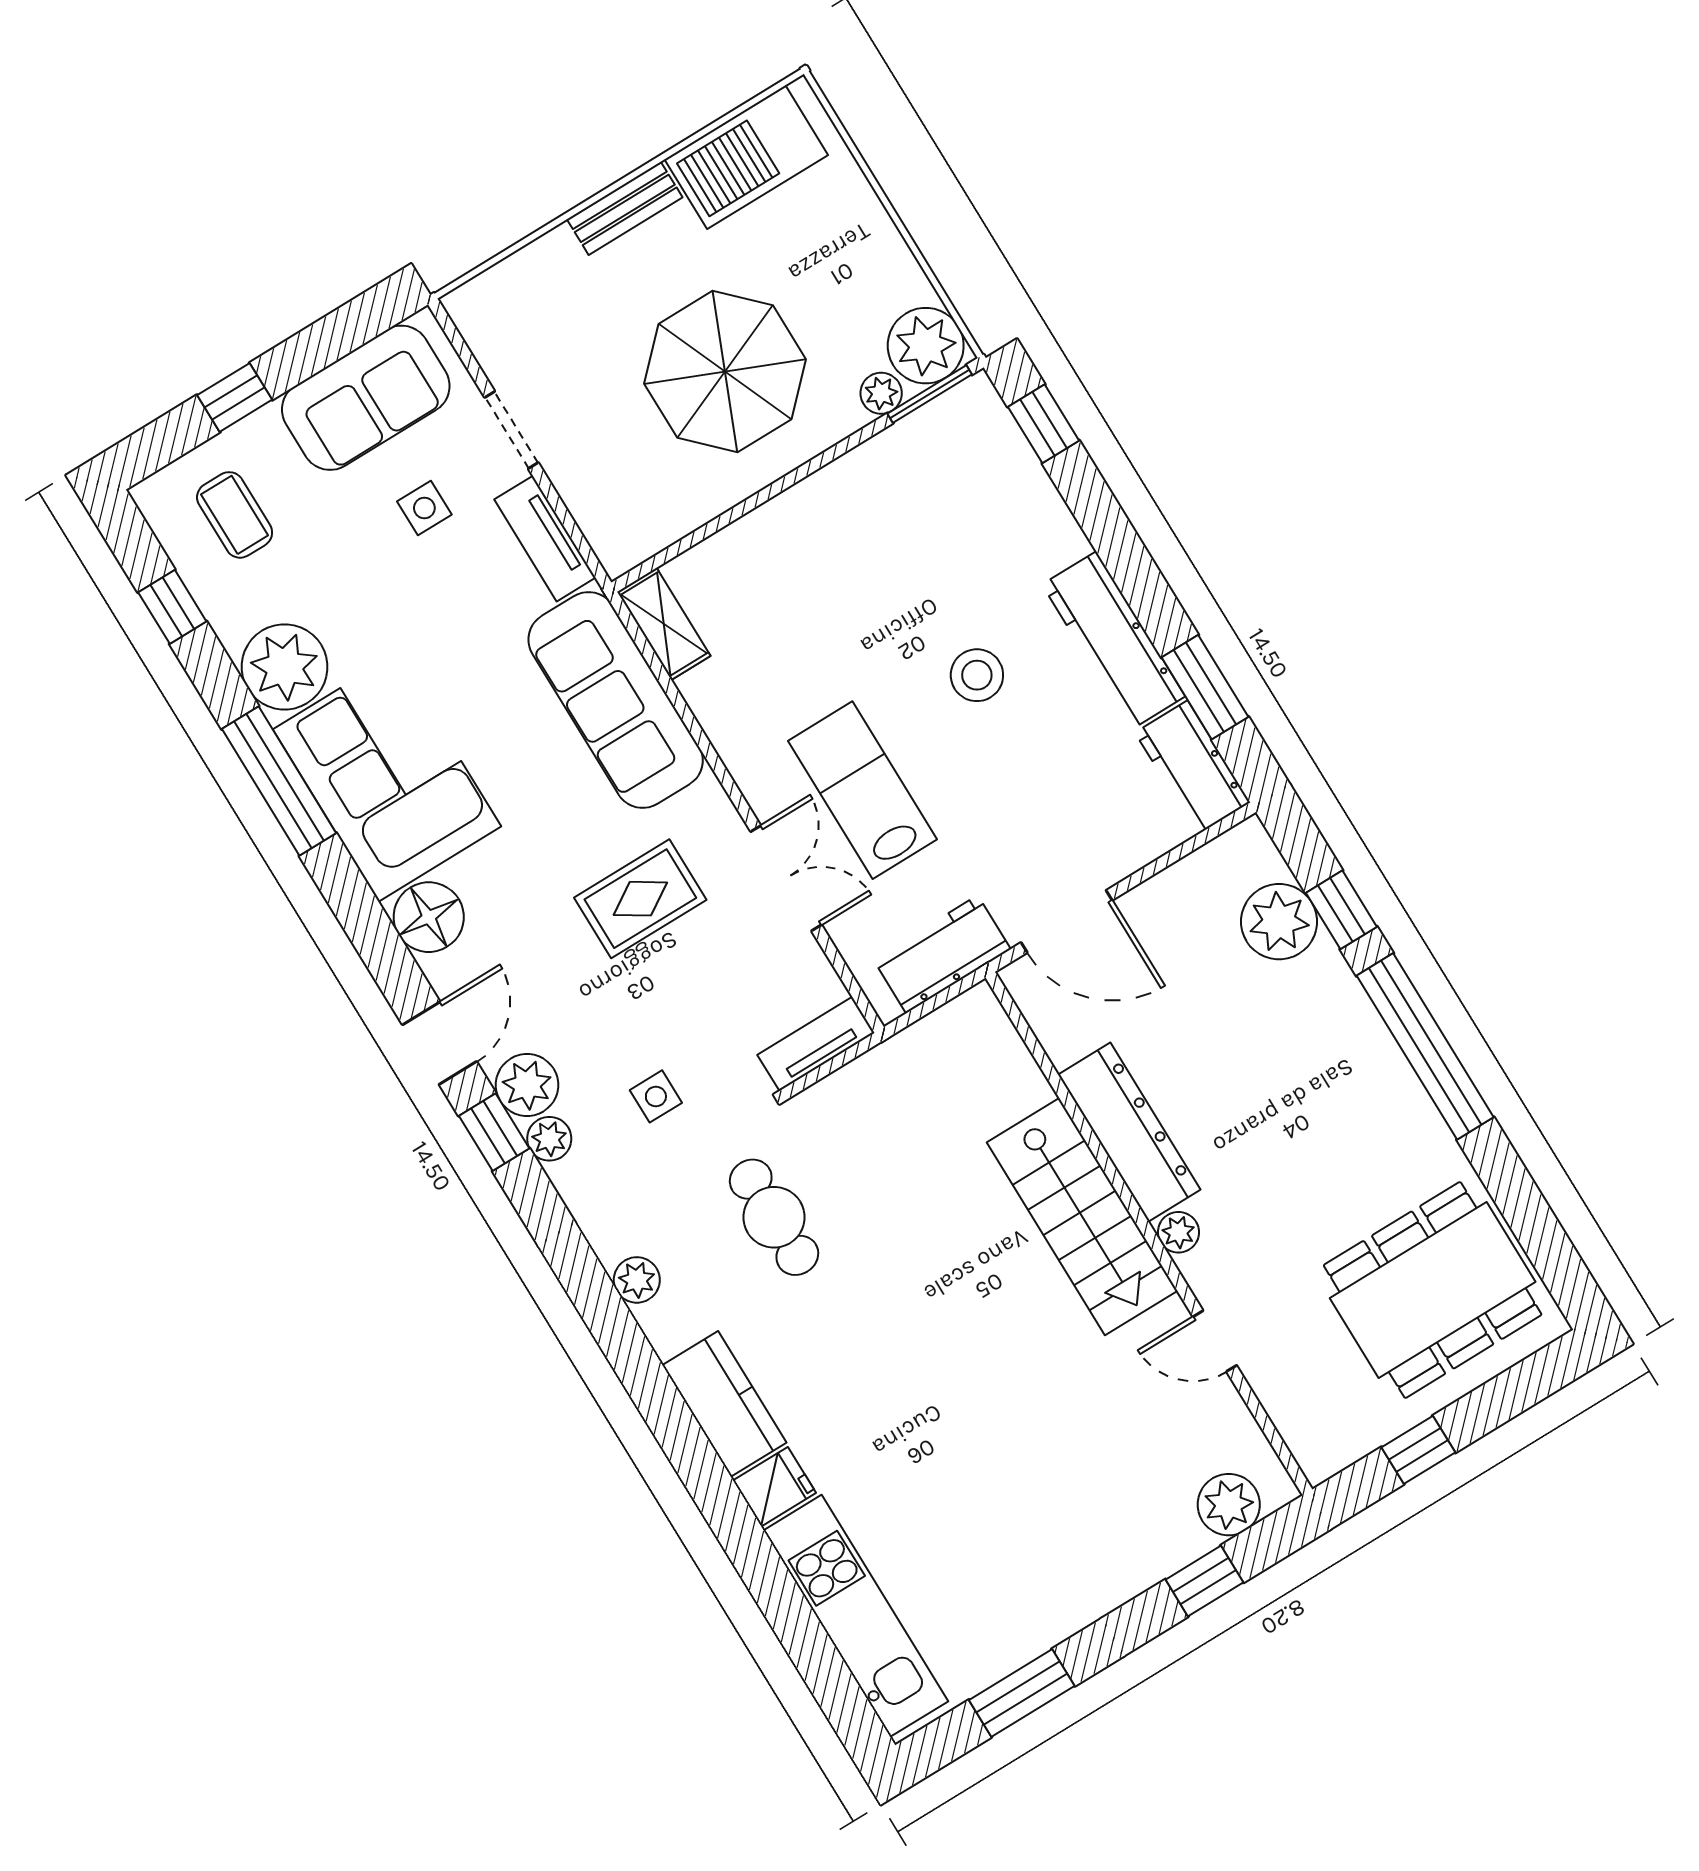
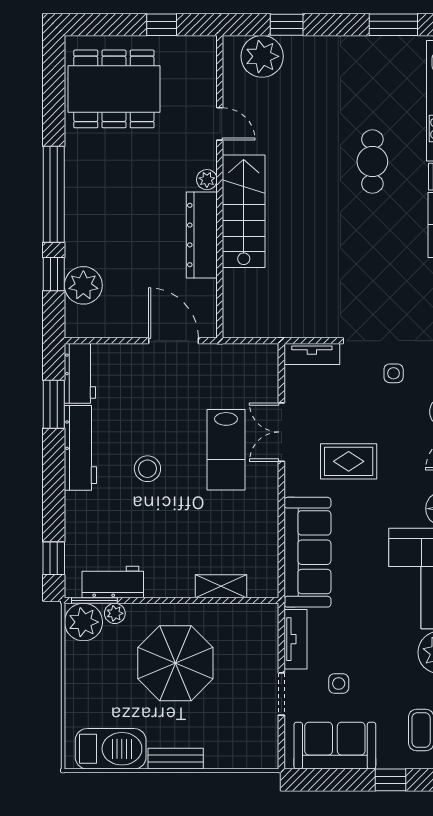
shelving: (664, 624) -> (221, 586), moved, turned 90
workbench: (942, 954) -> (113, 582), moved, turned 180
cafe table: (774, 1217) -> (372, 162), moved
plant: (1229, 1505) -> (262, 56), width x1.36, depth x1.36

